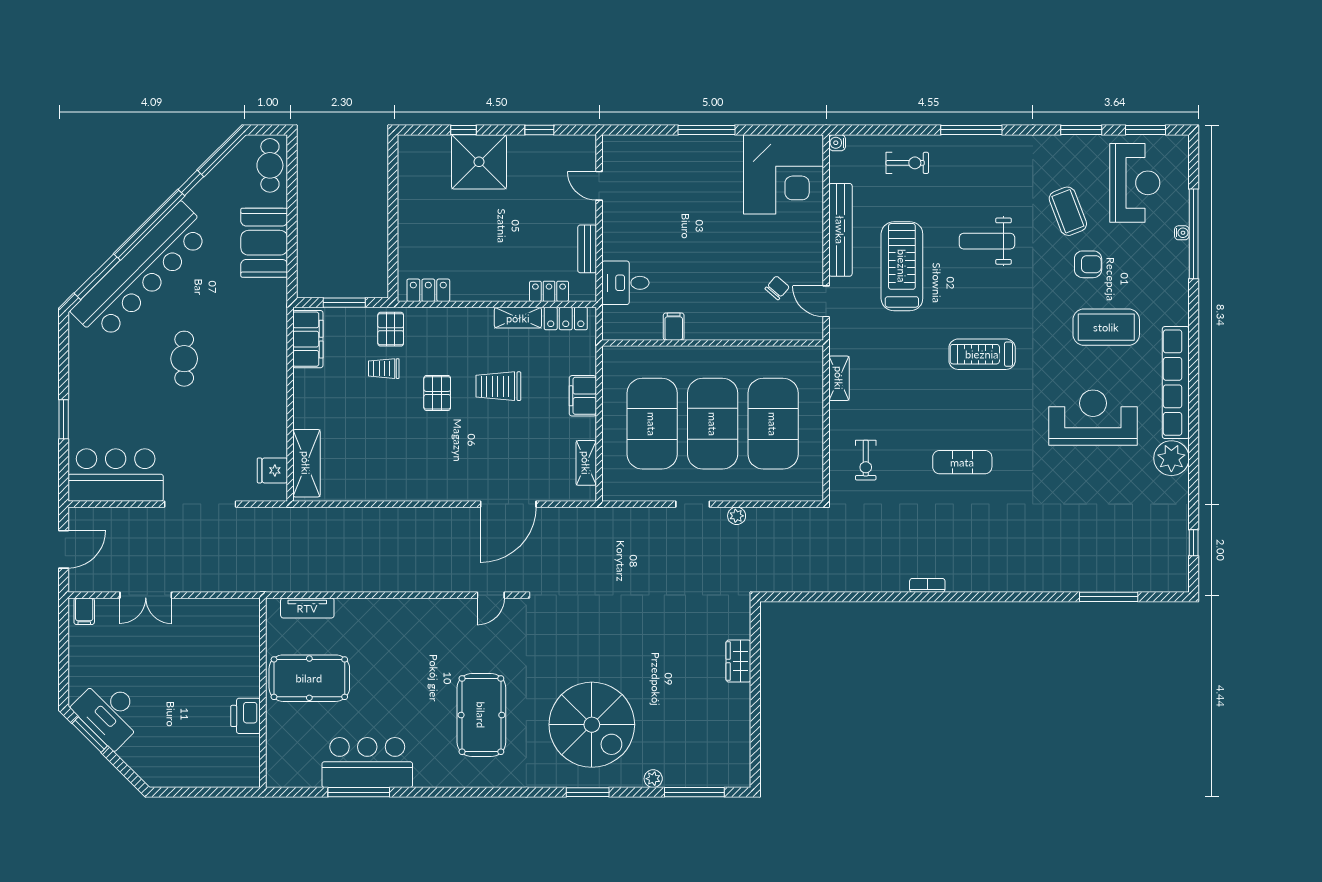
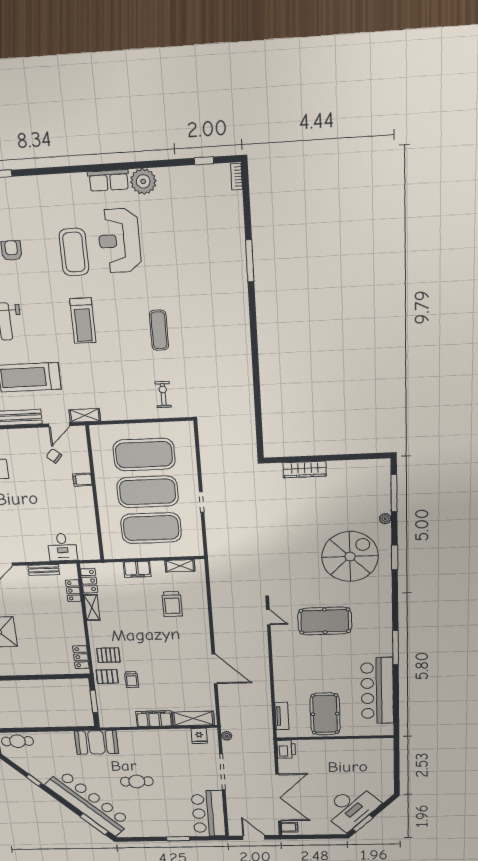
booth: (264, 243) -> (96, 742), moved
filing cabinet: (674, 327) -> (82, 480), moved
coffee table: (1106, 327) -> (74, 252), moved
filing cabinet: (308, 339) -> (154, 719), moved
shelving: (839, 378) -> (85, 415), moved
row of seats: (1176, 383) -> (109, 180), width x0.50
trolley: (498, 386) -> (172, 604), moved
pallet: (437, 393) -> (108, 655), moved
exercise bike: (866, 460) -> (163, 394), turned -90
door: (508, 504) -> (214, 669), moved
plant: (737, 516) -> (227, 736), moved
bookcase: (927, 585) -> (237, 177), moved
double door: (146, 595) -> (278, 798), width x1.87
window: (1109, 597) -> (250, 261), moved
wardrobe: (738, 661) -> (305, 469), width x1.50
desk: (109, 712) -> (351, 808), width x1.36, depth x1.30
pool table: (481, 715) -> (325, 621), moved
printer: (245, 716) -> (286, 749), moved, turned -90
bar counter: (367, 763) -> (377, 691), width x1.36
window: (359, 792) -> (395, 648), moved

